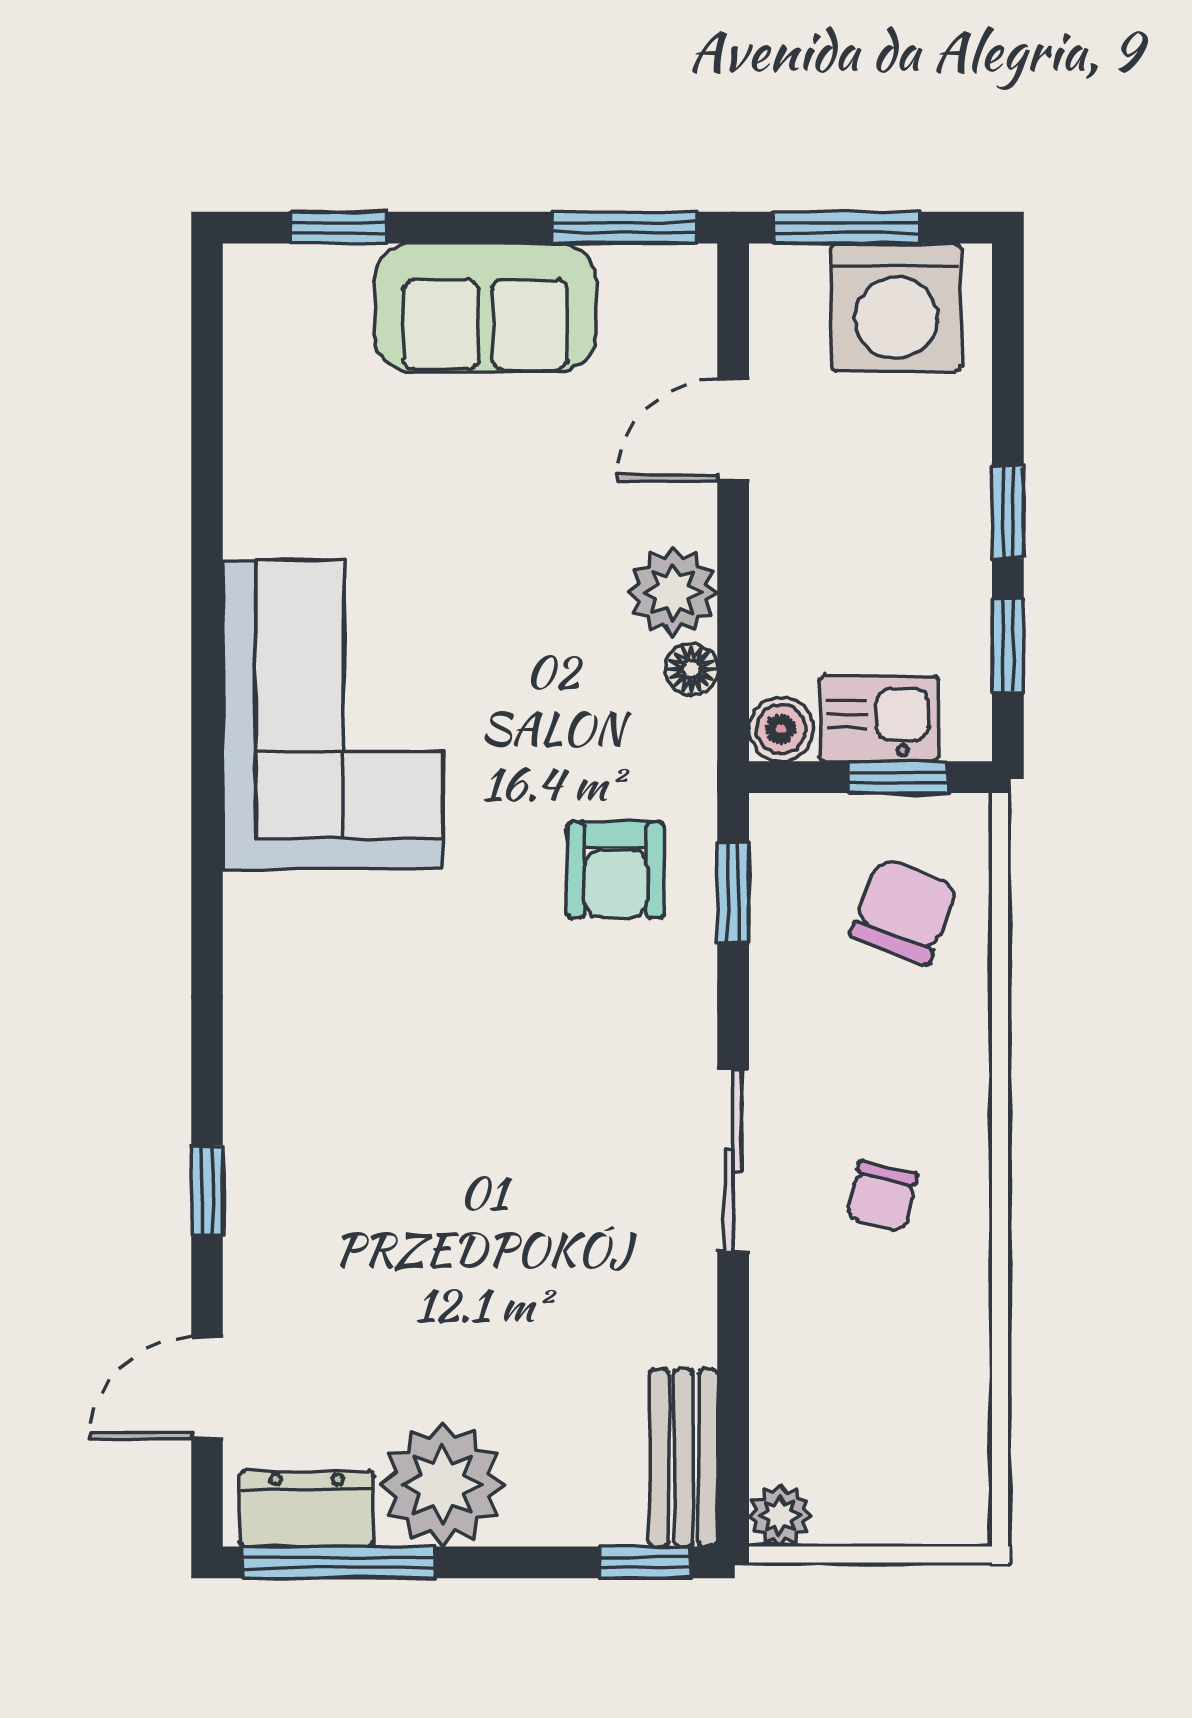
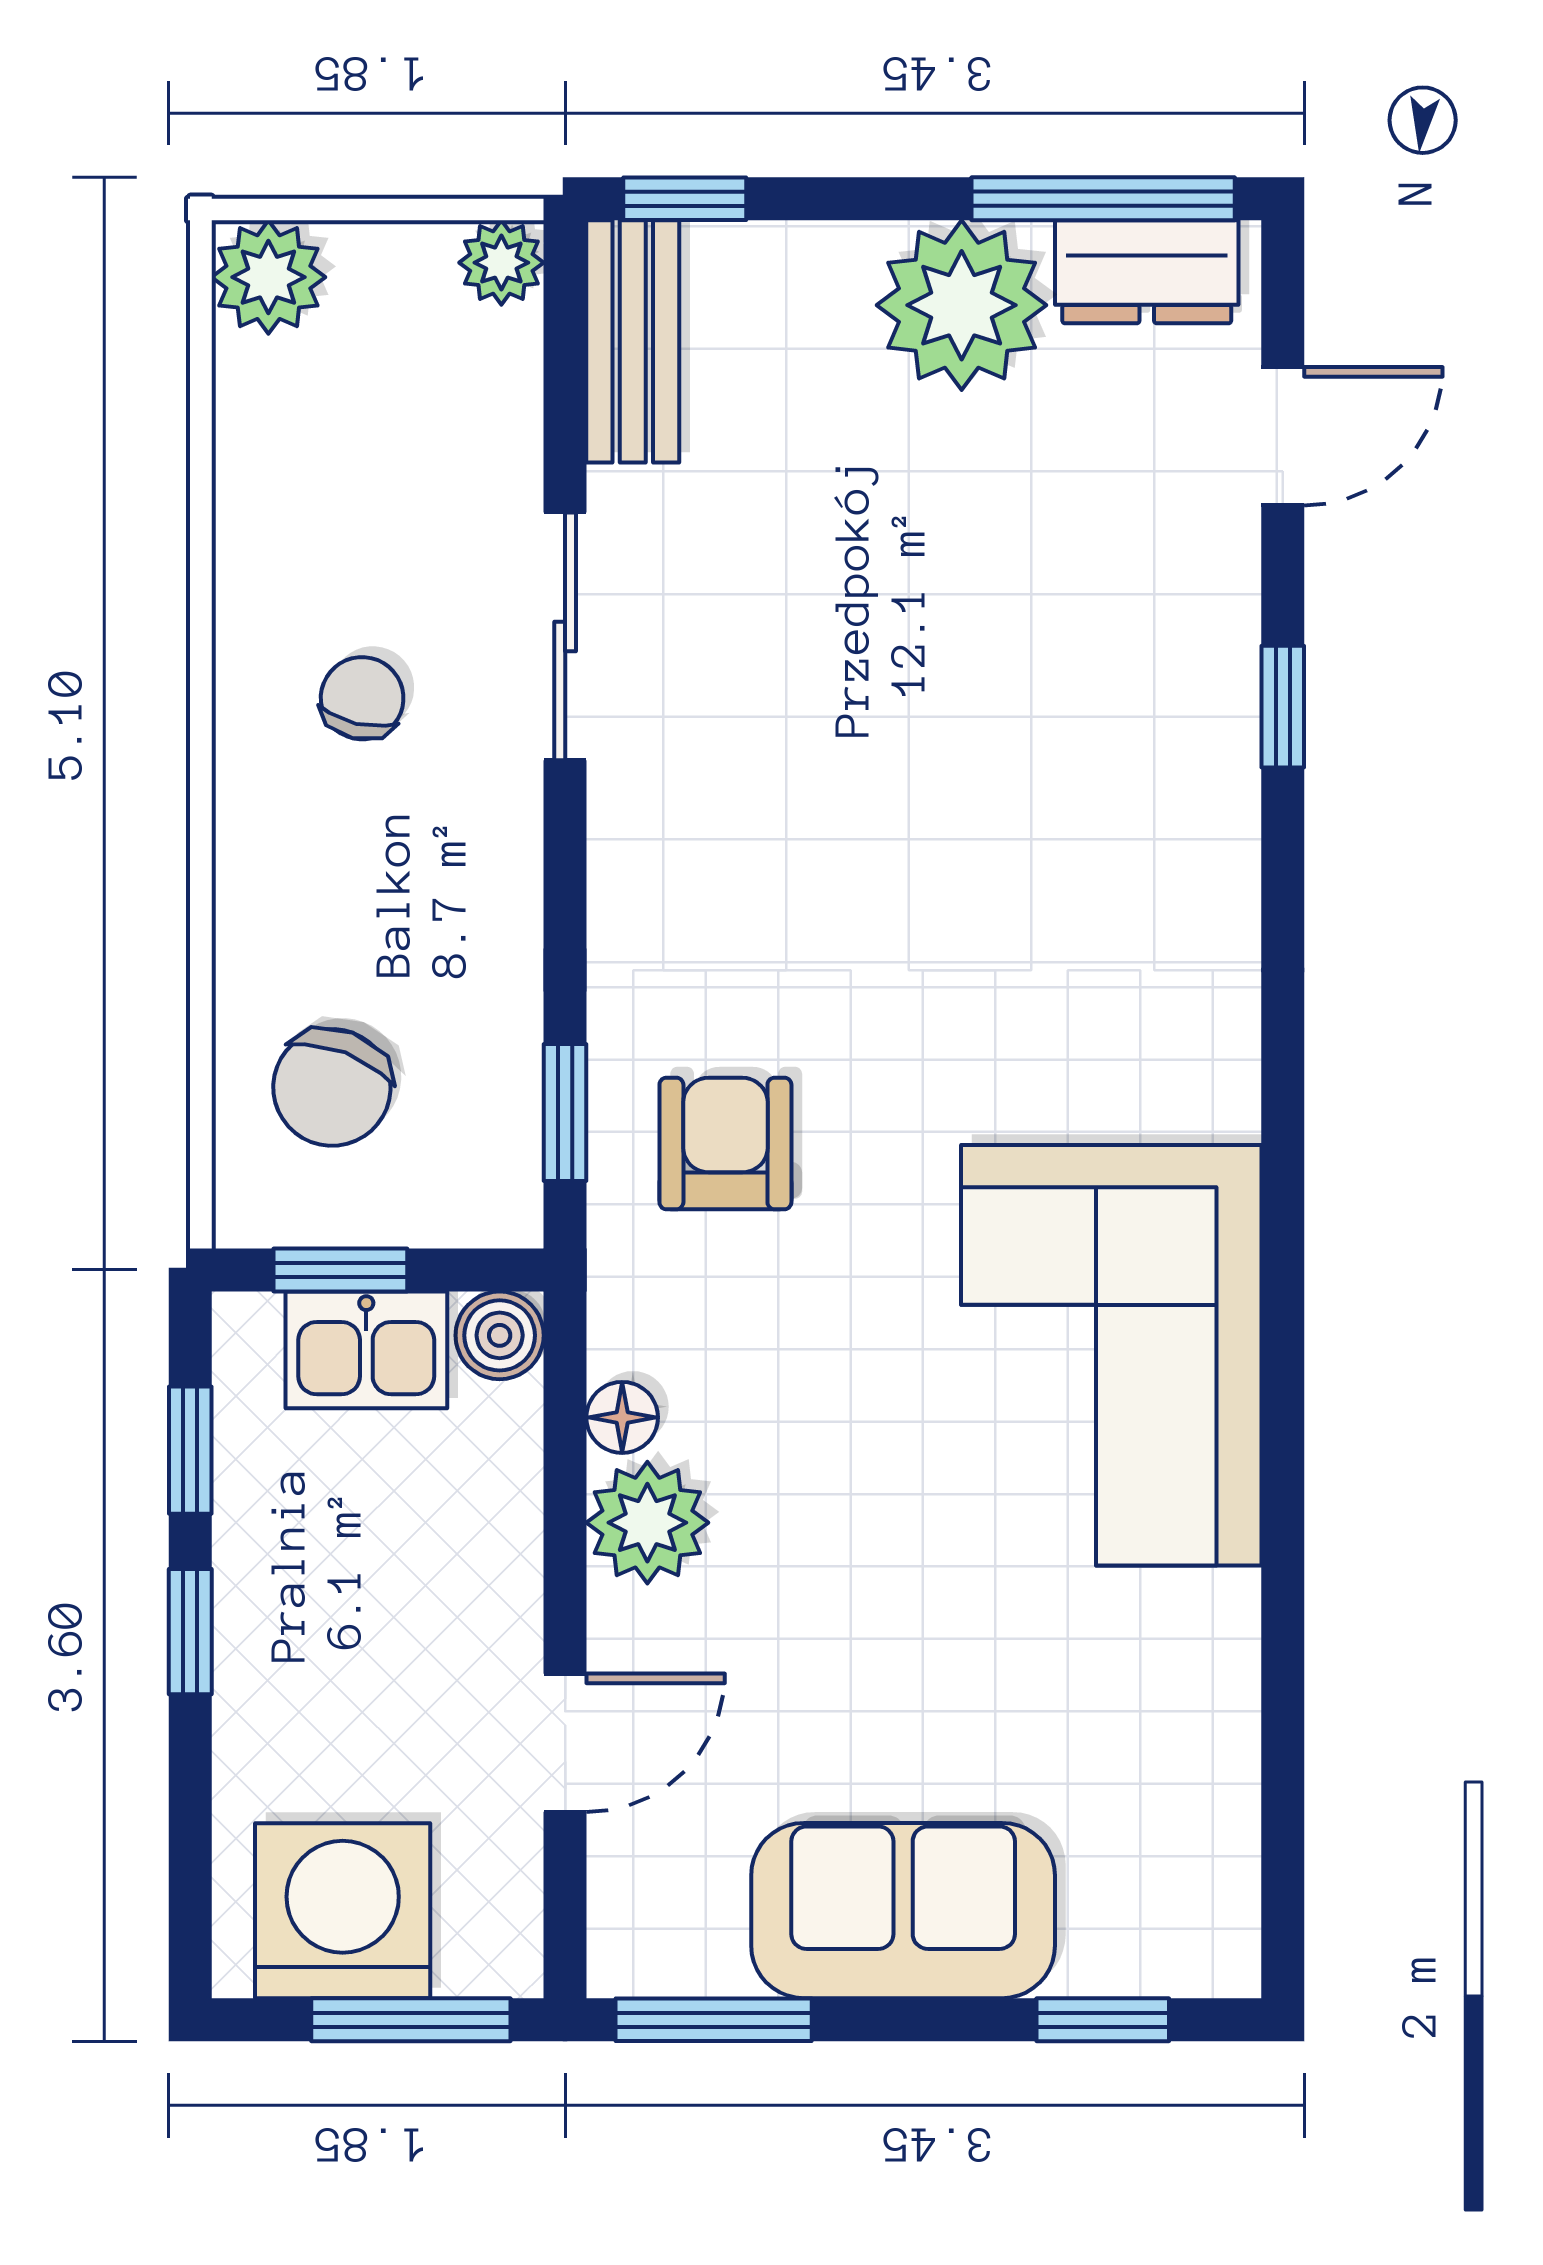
sliding door: (733, 1161) -> (565, 636), moved
plant: (951, 1505) -> (268, 277), added

